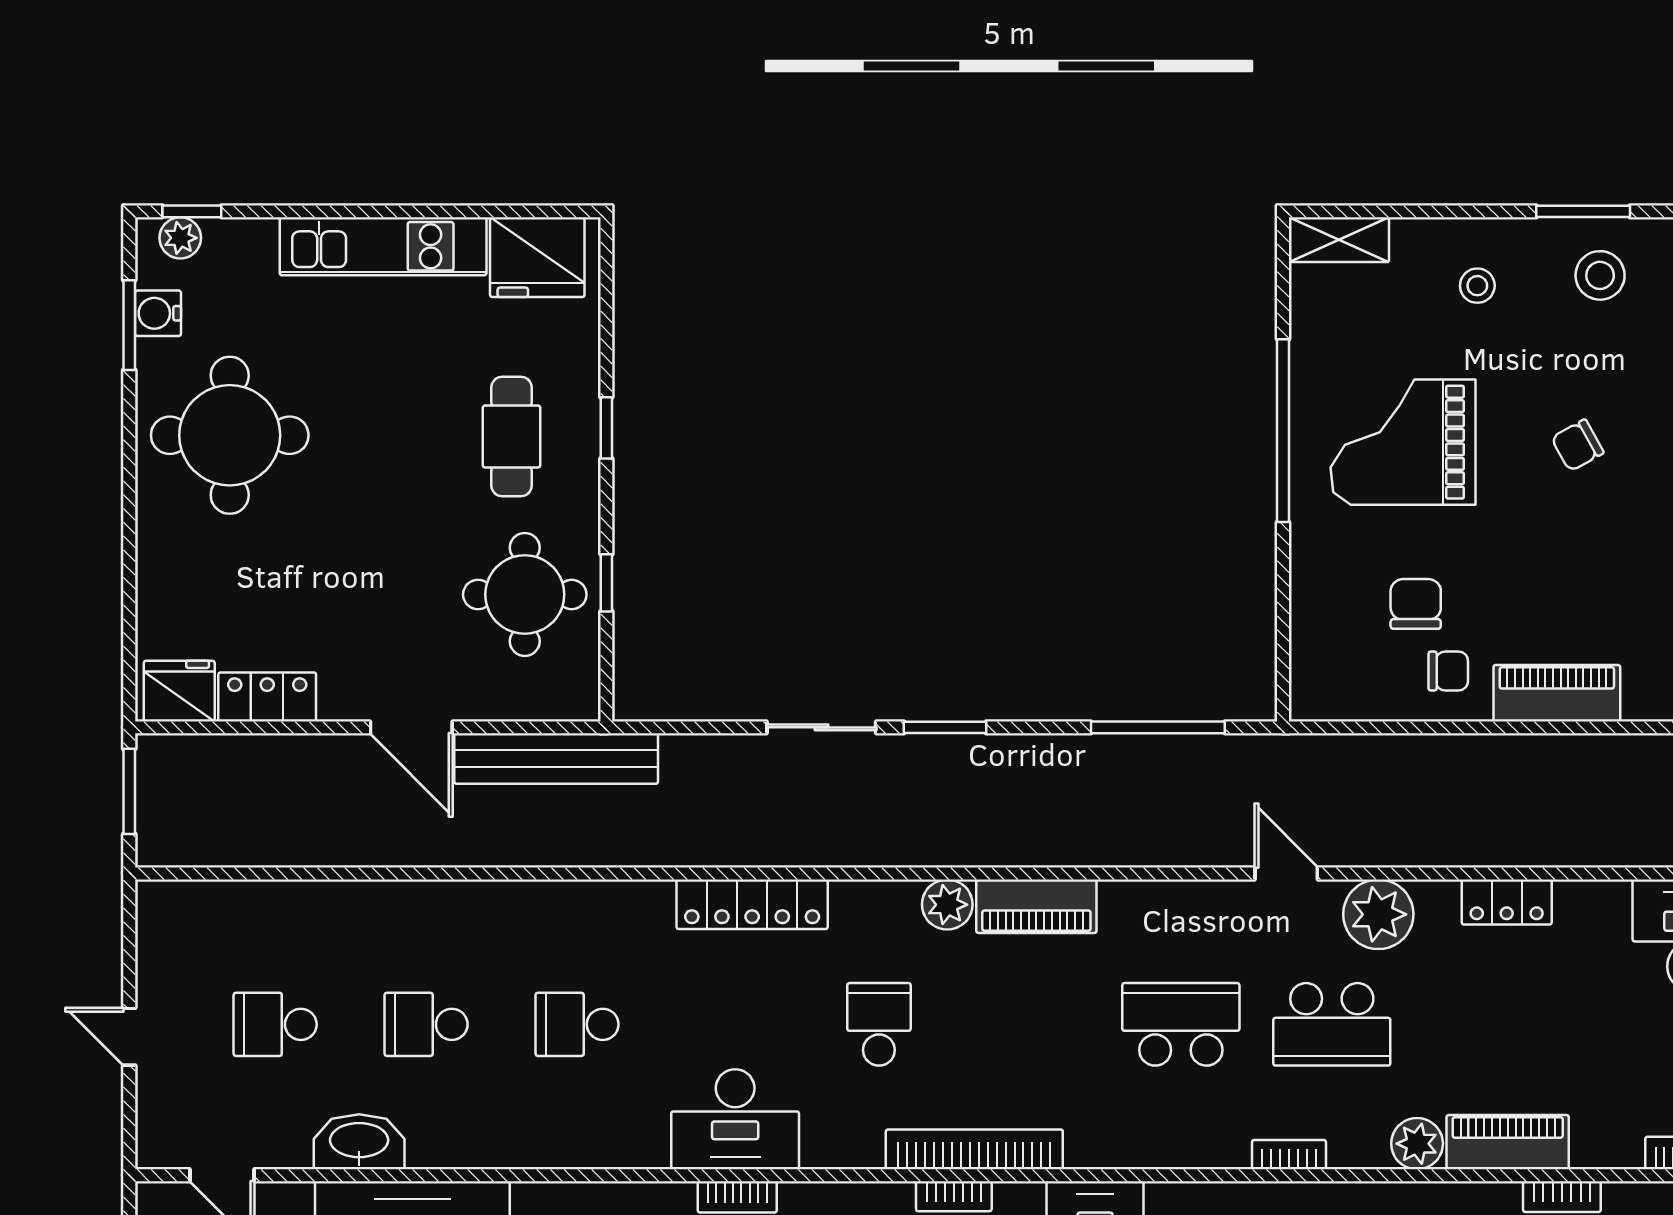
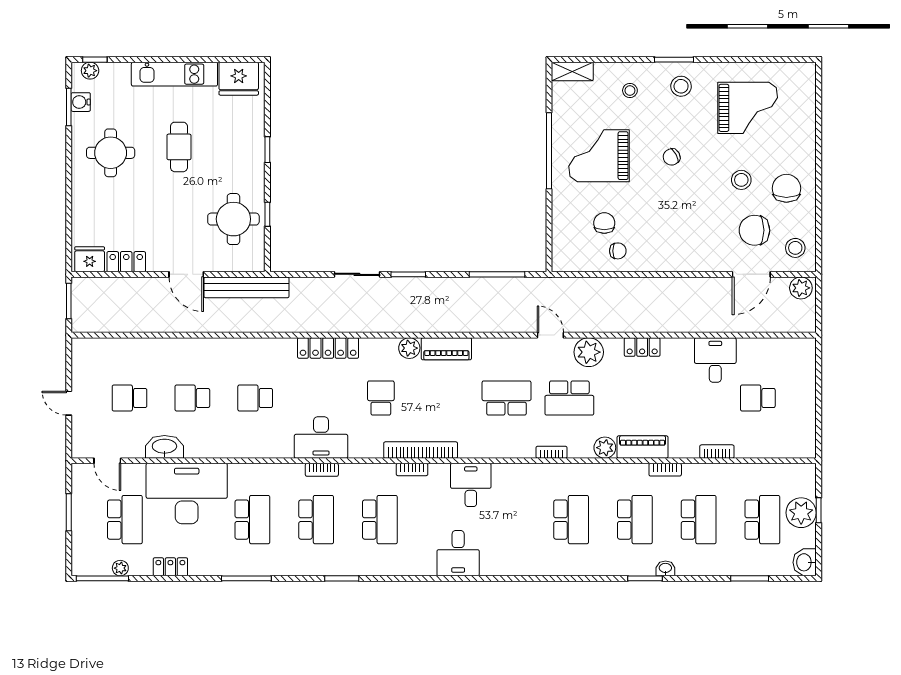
round table: (230, 435) -> (111, 153), width x0.73, depth x0.73
cafe table: (512, 436) -> (179, 147), moved
piano: (1557, 693) -> (663, 260), removed

